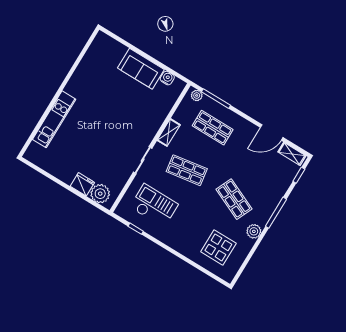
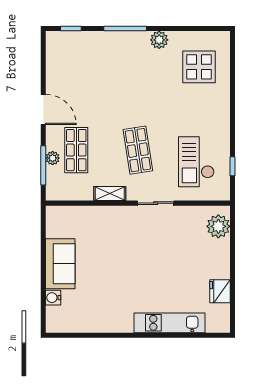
water cooler: (167, 78) -> (53, 298), moved
plant: (197, 95) -> (53, 158), moved
door: (272, 132) -> (43, 109), moved
shelving: (292, 154) -> (53, 50), removed
fridge: (82, 184) -> (220, 291), moved
shop shelf: (234, 199) -> (138, 82), removed

